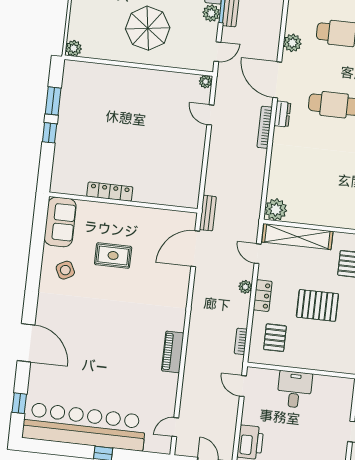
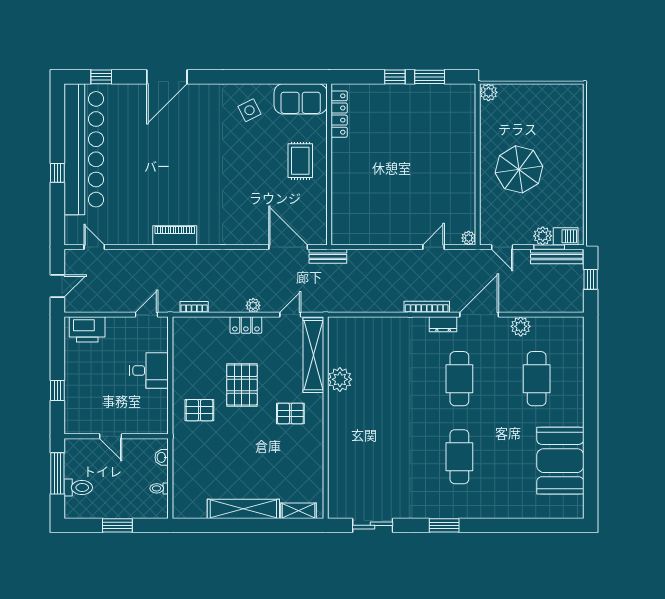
locker: (110, 192) -> (339, 114), moved
plant: (276, 210) -> (340, 379), moved
rug: (113, 255) -> (300, 161), moved
pallet: (275, 338) -> (199, 410), moved

